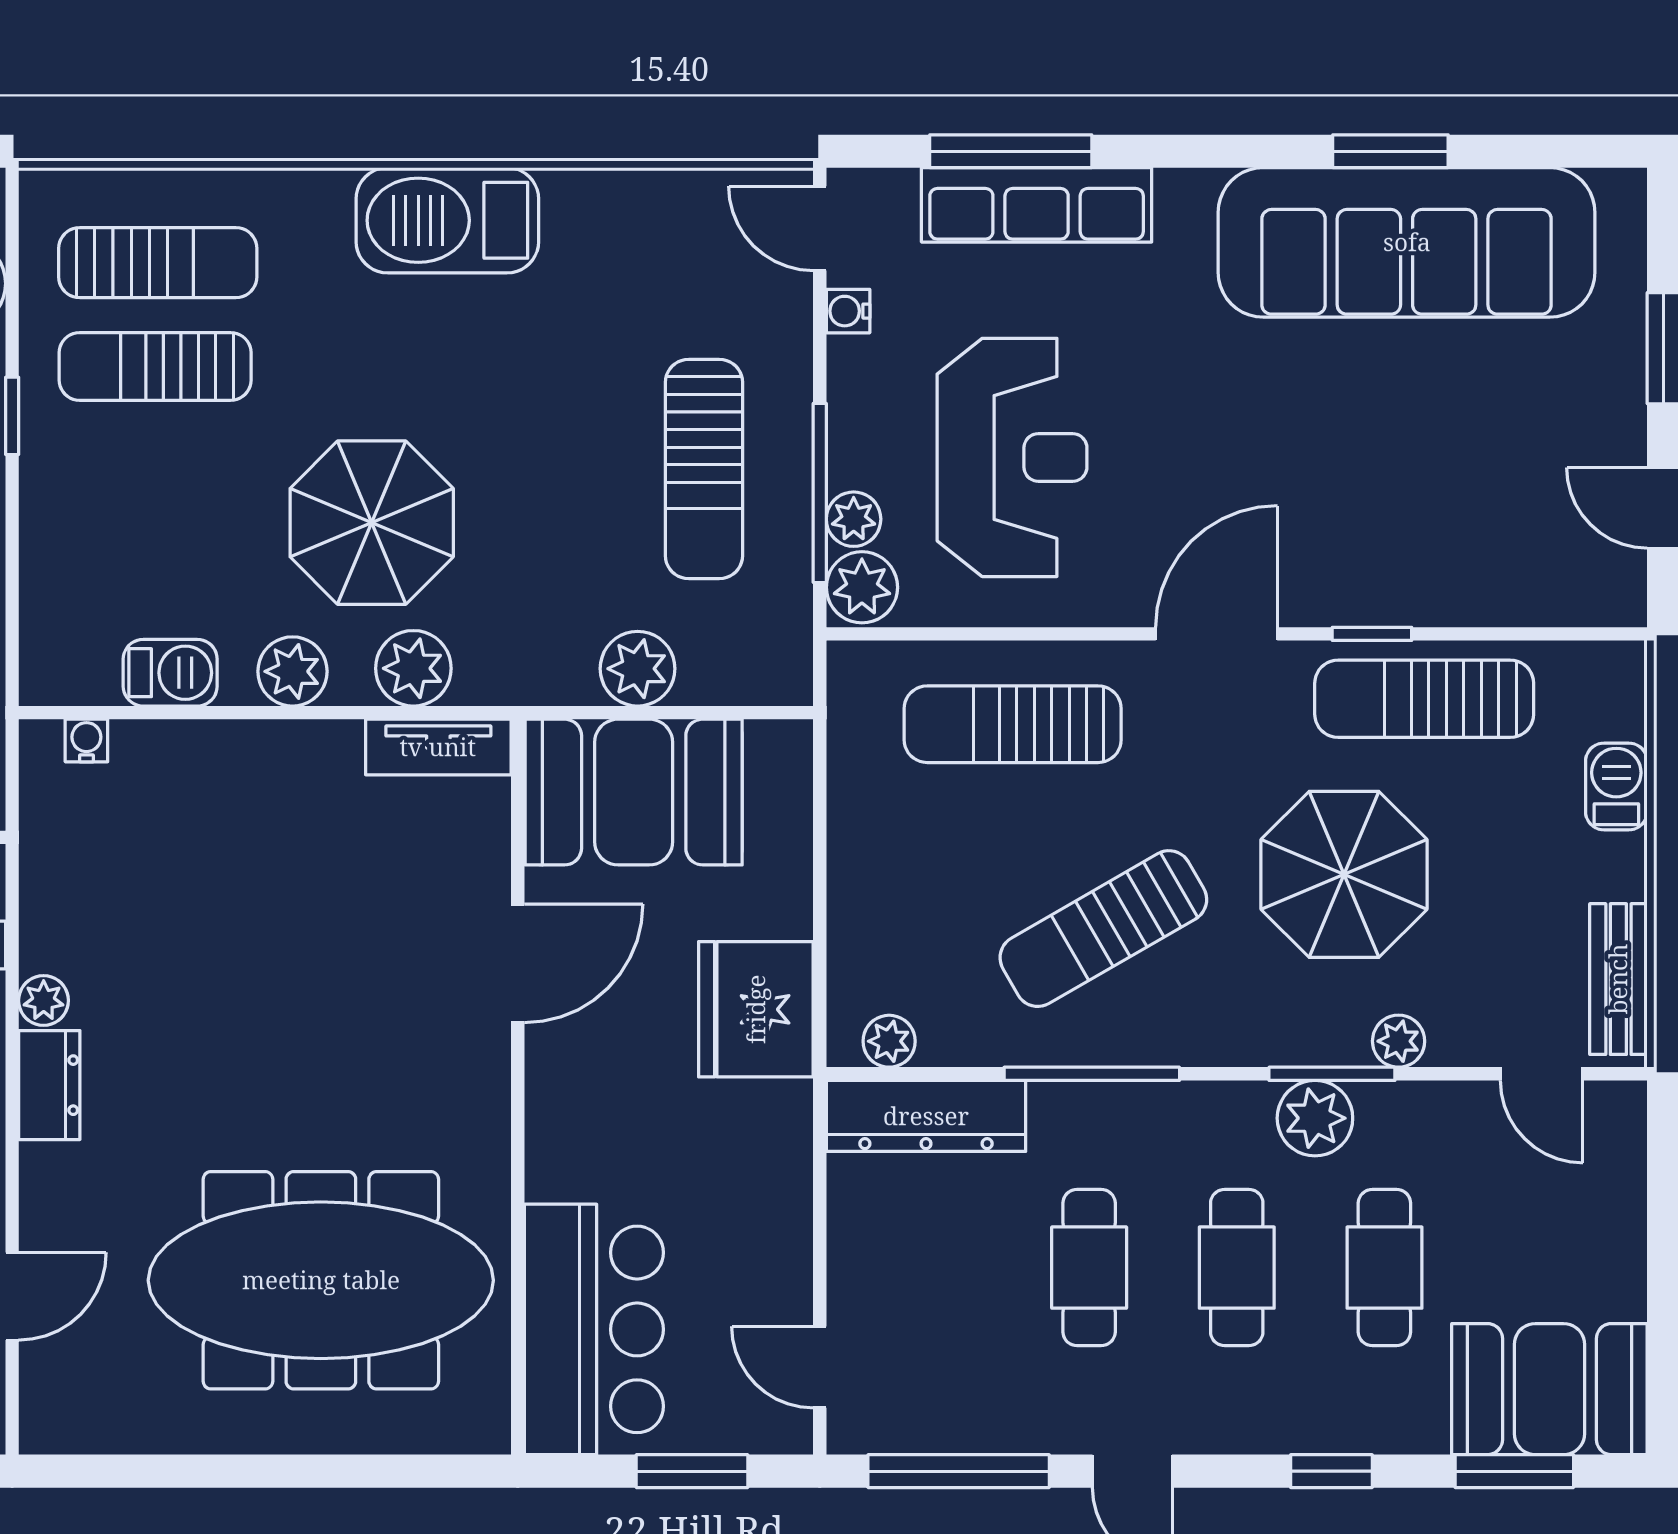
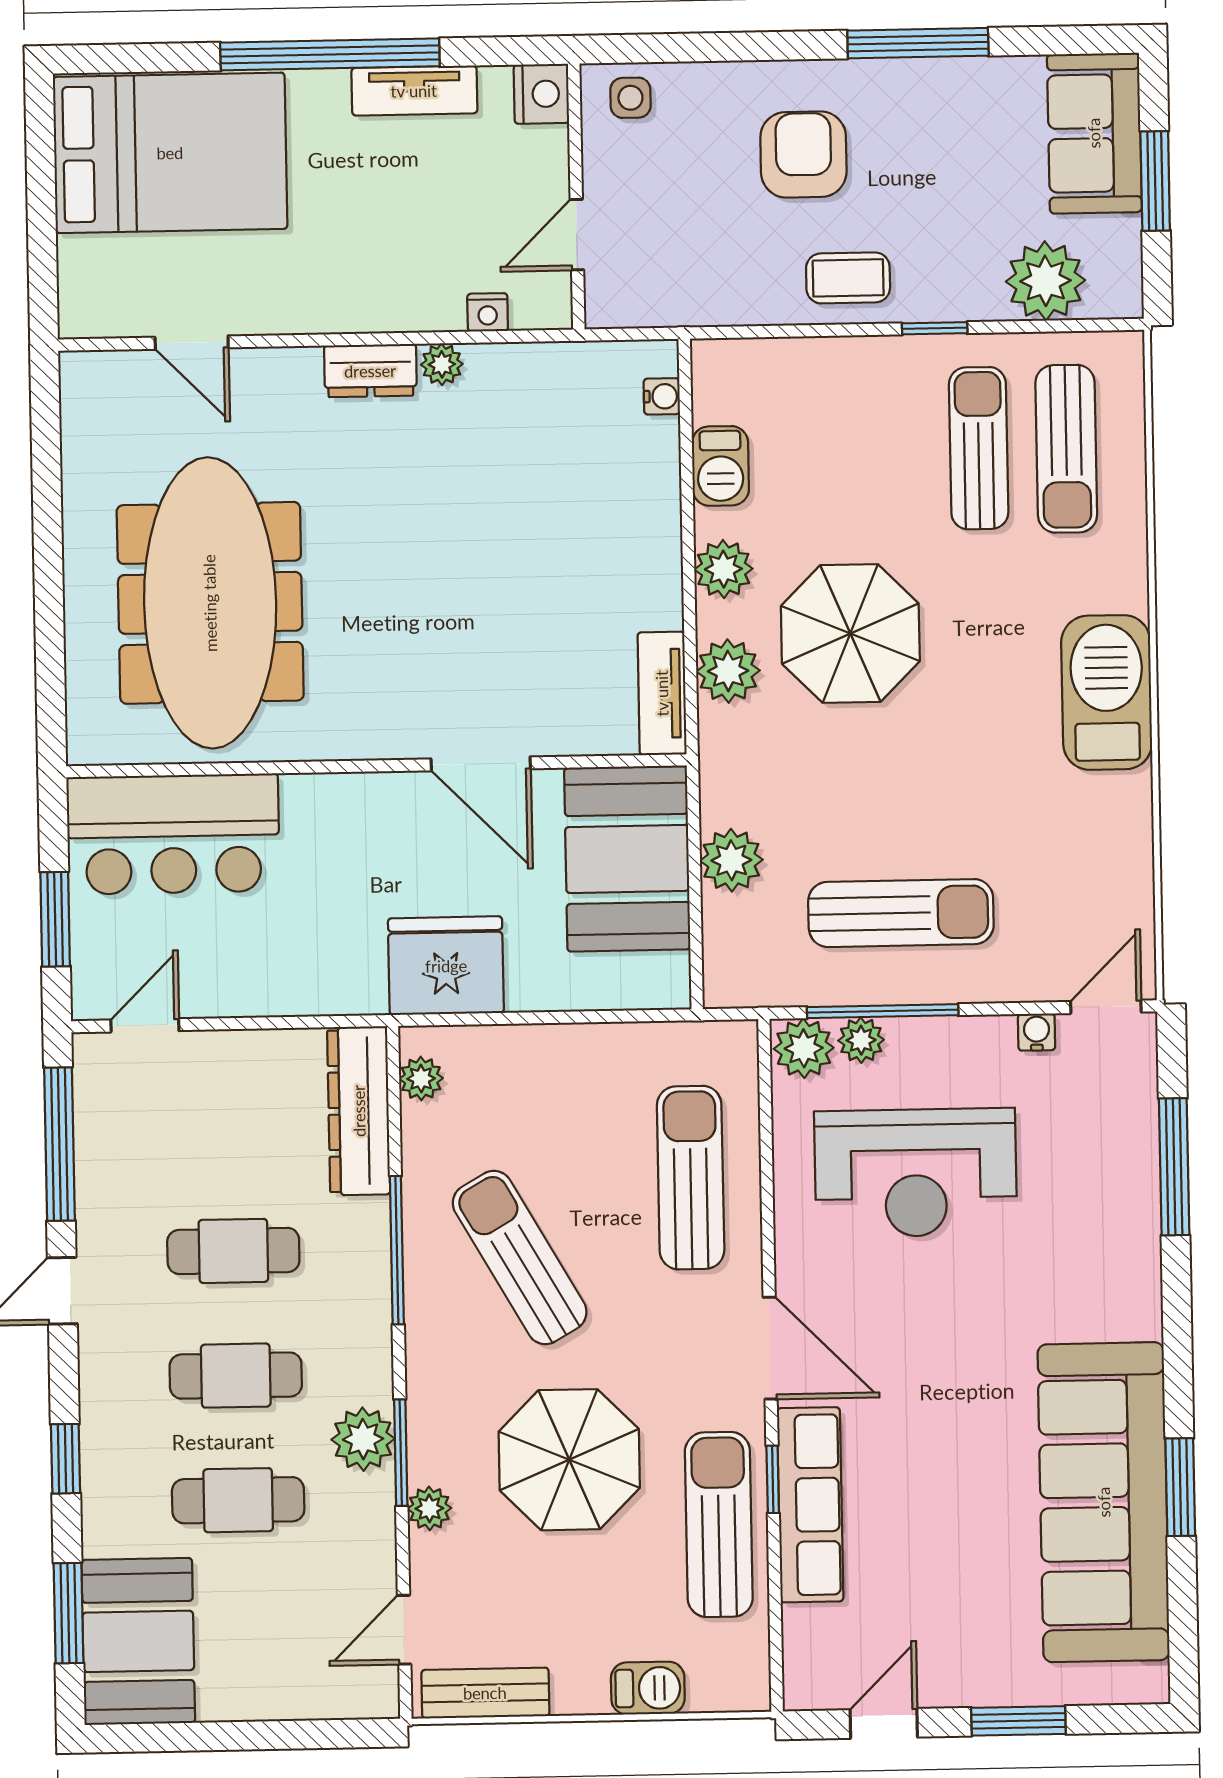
row of seats: (1037, 205) -> (810, 1505), moved, turned 180
sun lounger: (704, 469) -> (901, 913), turned 180

